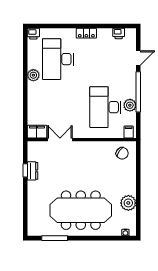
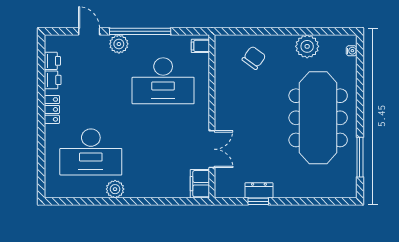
printer: (33, 34) -> (53, 80), moved
plant: (130, 105) -> (119, 44), moved
double door: (60, 140) -> (212, 149), swing flipped
chair: (122, 153) -> (254, 58), moved

